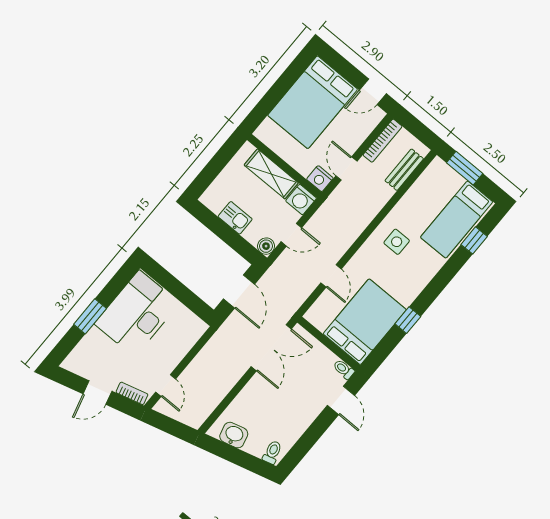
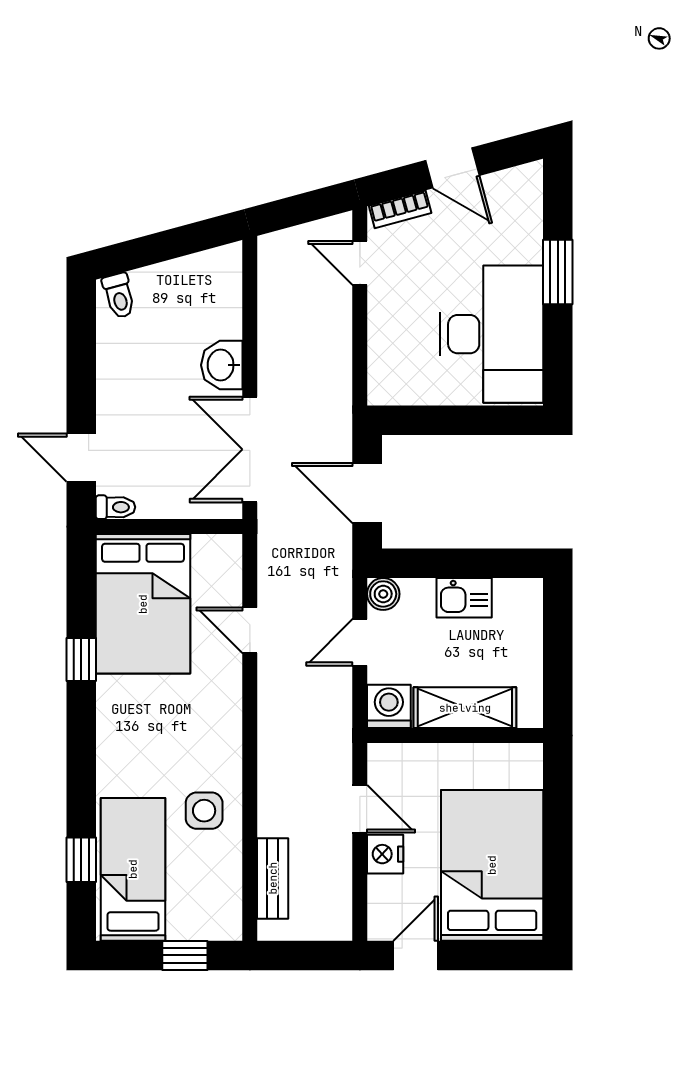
bookcase: (383, 141) -> (341, 895), removed
window: (465, 168) -> (185, 955), width x0.67
nightstand: (320, 179) -> (385, 854), moved, turned -90
side table: (397, 242) -> (204, 811), moved
door: (97, 393) -> (452, 168), swing flipped
washbasin: (234, 435) -> (222, 365), moved, turned 105

